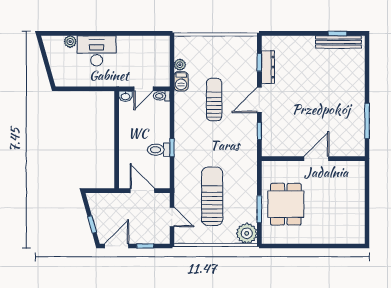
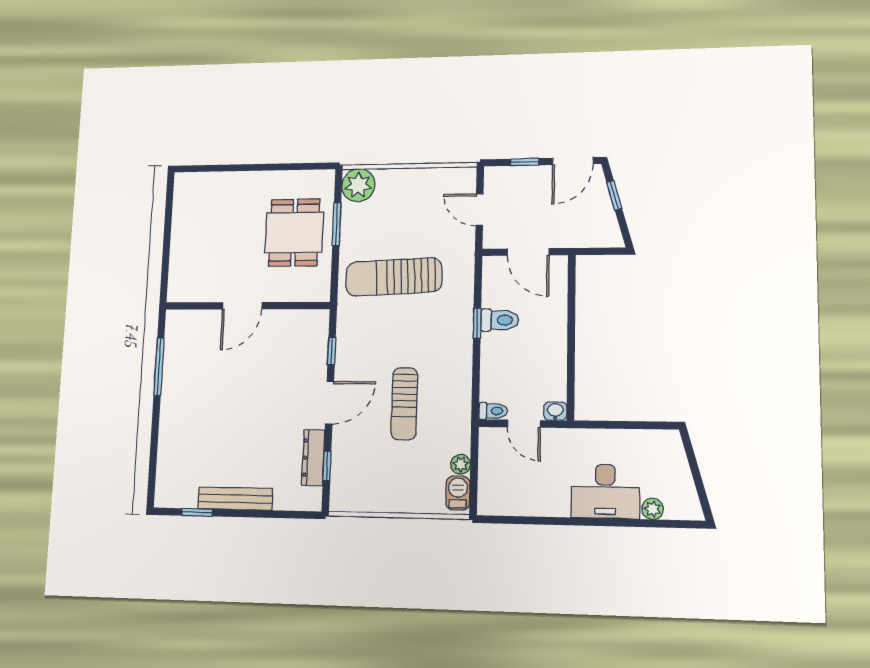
bench: (338, 42) -> (235, 499), moved
barbecue: (181, 81) -> (458, 493), moved
door: (143, 89) -> (524, 424), swing flipped
sun lounger: (212, 196) -> (394, 277), moved, turned 87

